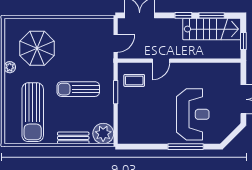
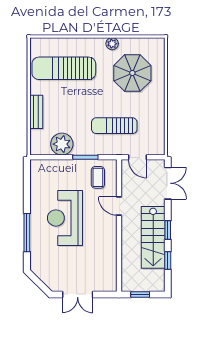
window: (212, 15) -> (168, 260), width x0.67
stairs: (212, 29) -> (153, 237), moved
sun lounger: (78, 89) -> (114, 126), moved, turned -90
reception desk: (193, 114) -> (65, 218), moved, turned 90
plant: (103, 134) -> (62, 144), moved

